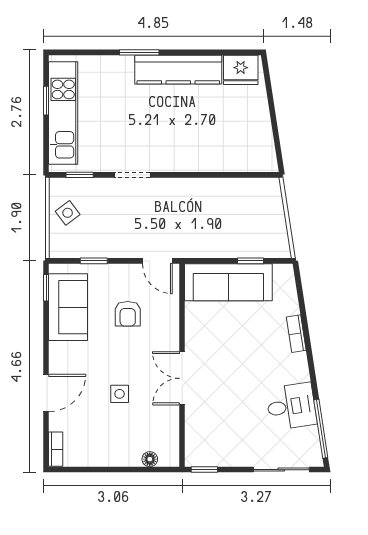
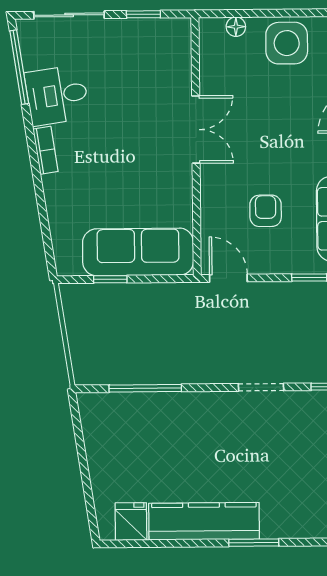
fridge: (241, 70) -> (131, 522), width x0.72
window: (224, 175) -> (145, 388), added
bookcase: (296, 334) -> (45, 150), moved
side table: (120, 394) -> (287, 43), moved, width x1.87, depth x1.87
window: (204, 470) -> (143, 14), moved

